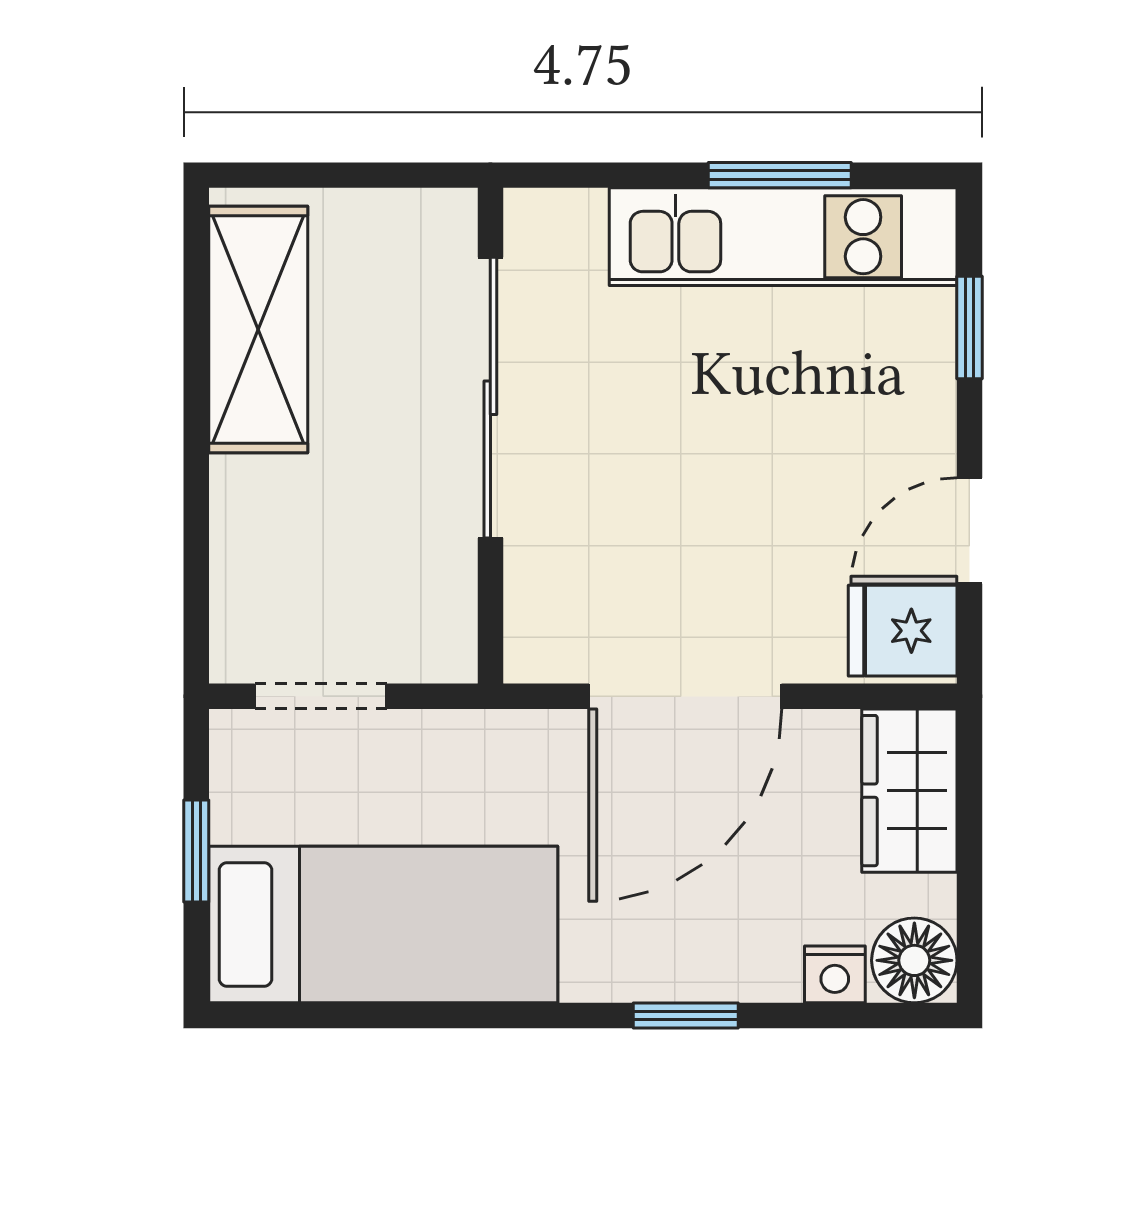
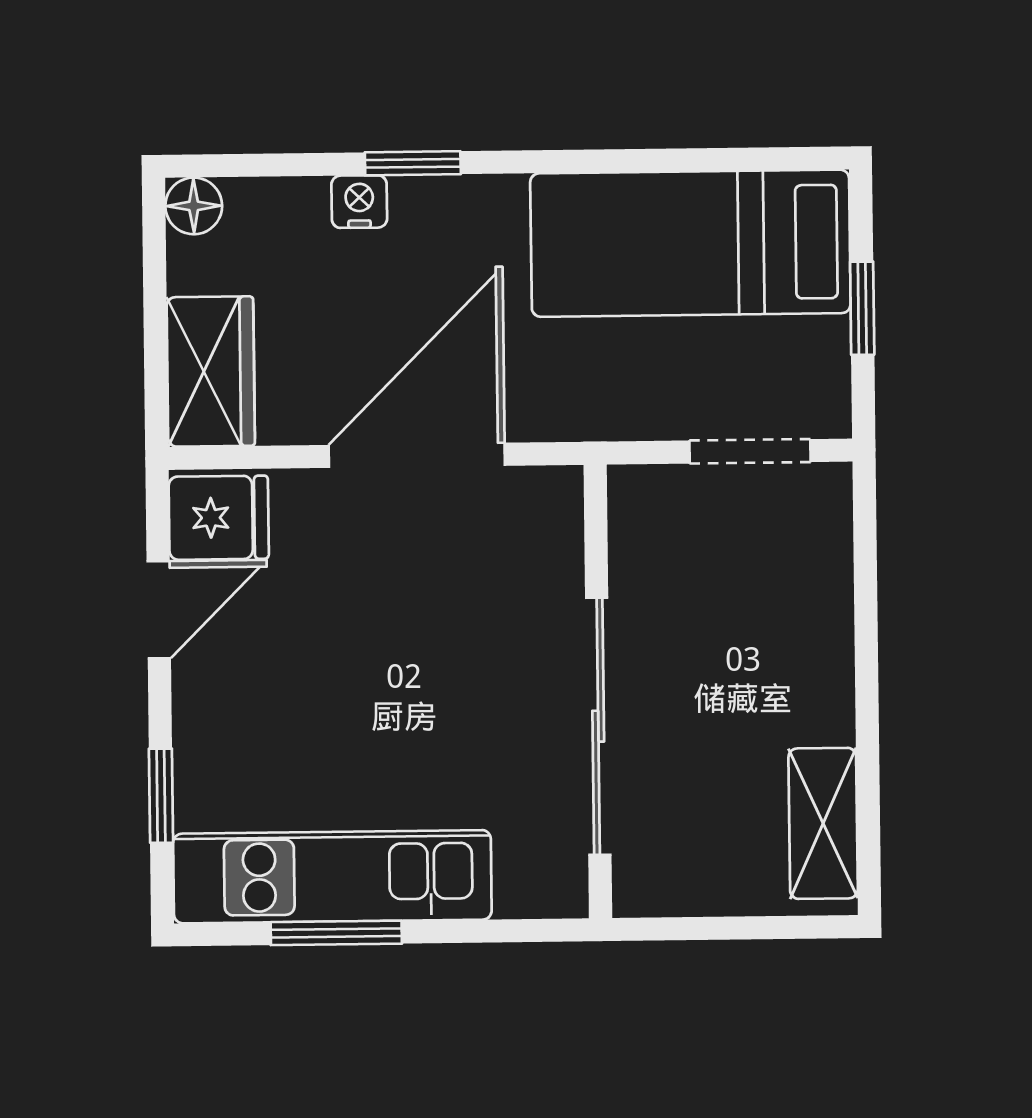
shelving: (258, 330) -> (823, 823), width x0.67, depth x0.75
floor lamp: (914, 960) -> (194, 206), width x0.73, depth x0.73
nightstand: (835, 974) -> (359, 202), moved

